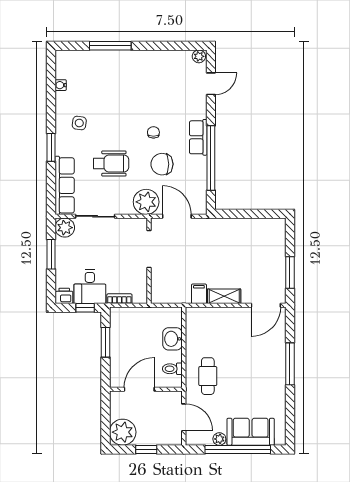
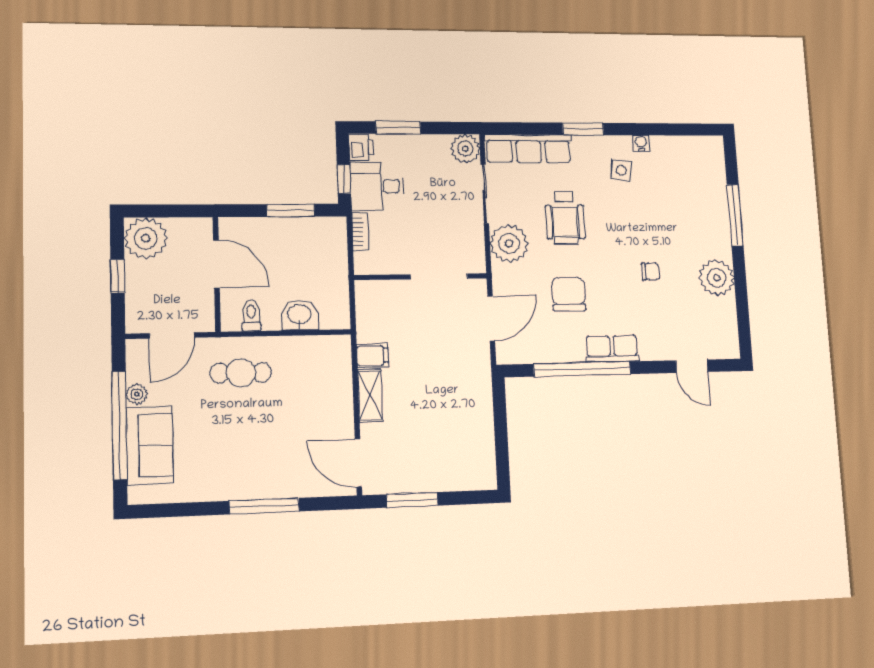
plant: (199, 56) -> (717, 278), moved, width x1.88, depth x1.88
water cooler: (61, 85) -> (641, 143), moved
chair: (153, 132) -> (650, 272), moved
plant: (146, 202) -> (509, 244), moved
window: (51, 254) -> (398, 128), moved

